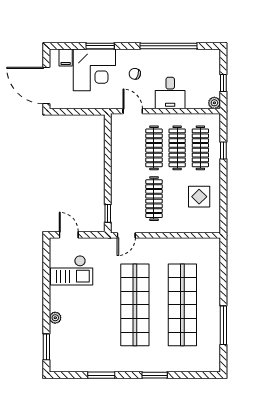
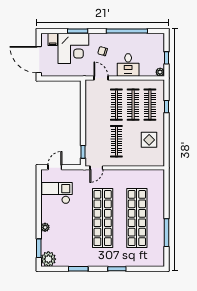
door: (69, 235) -> (55, 167), hinge flipped
checkout: (72, 270) -> (57, 193), turned 180
plant: (60, 362) -> (48, 259), added

